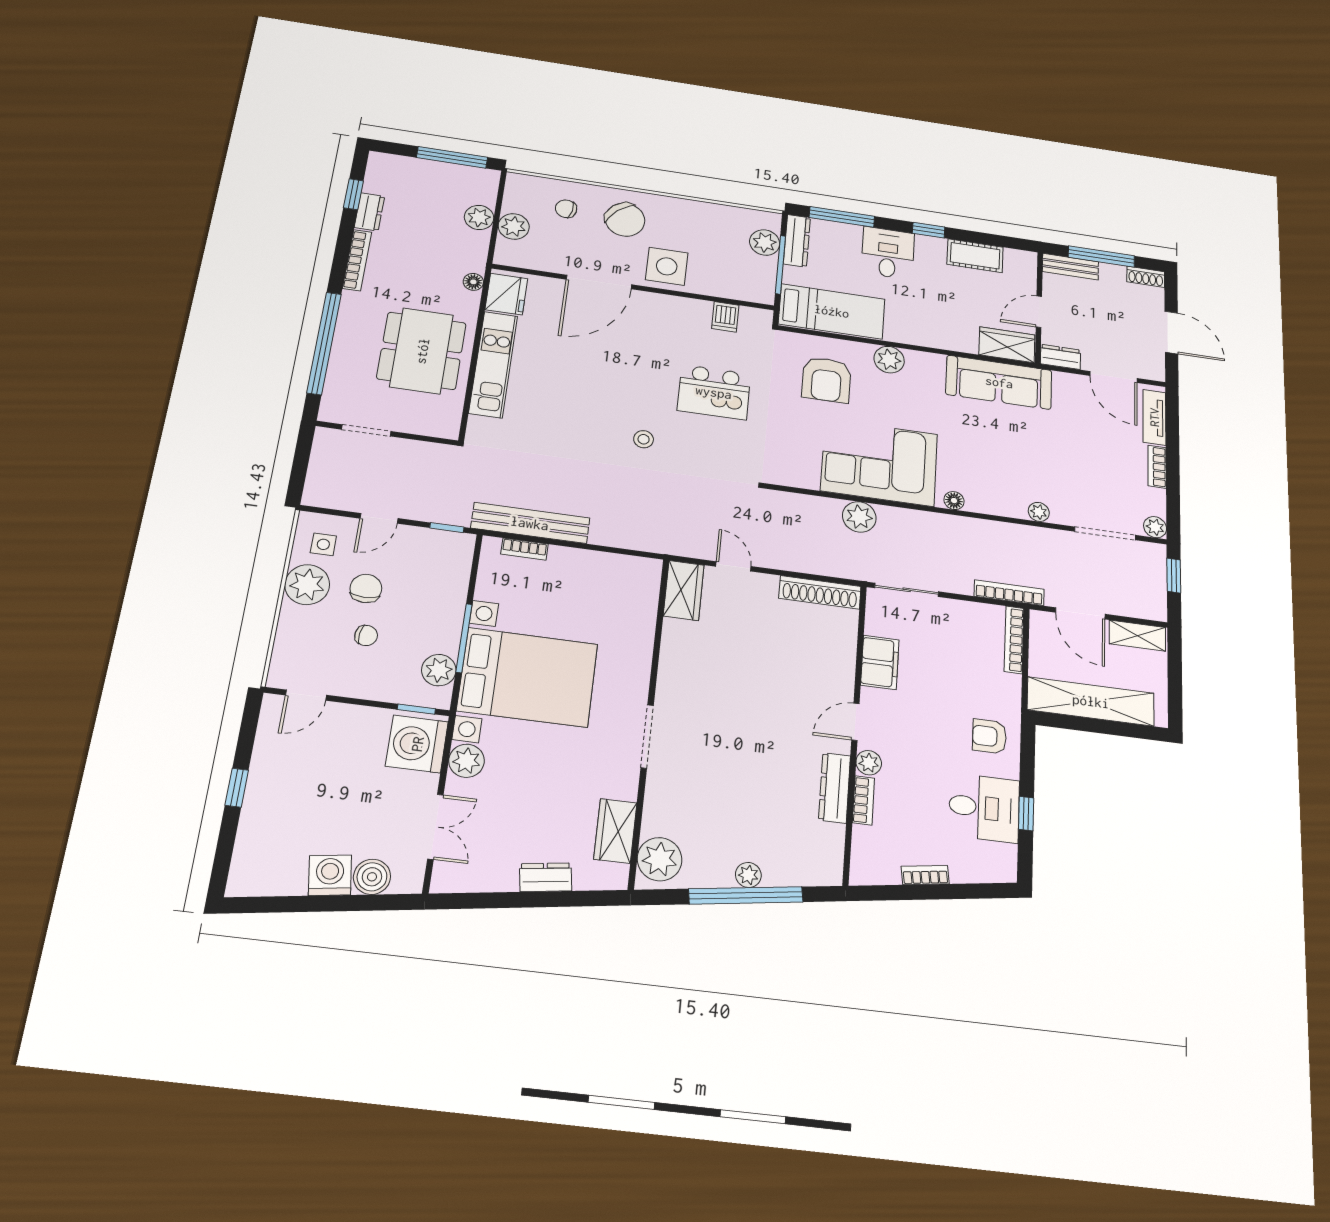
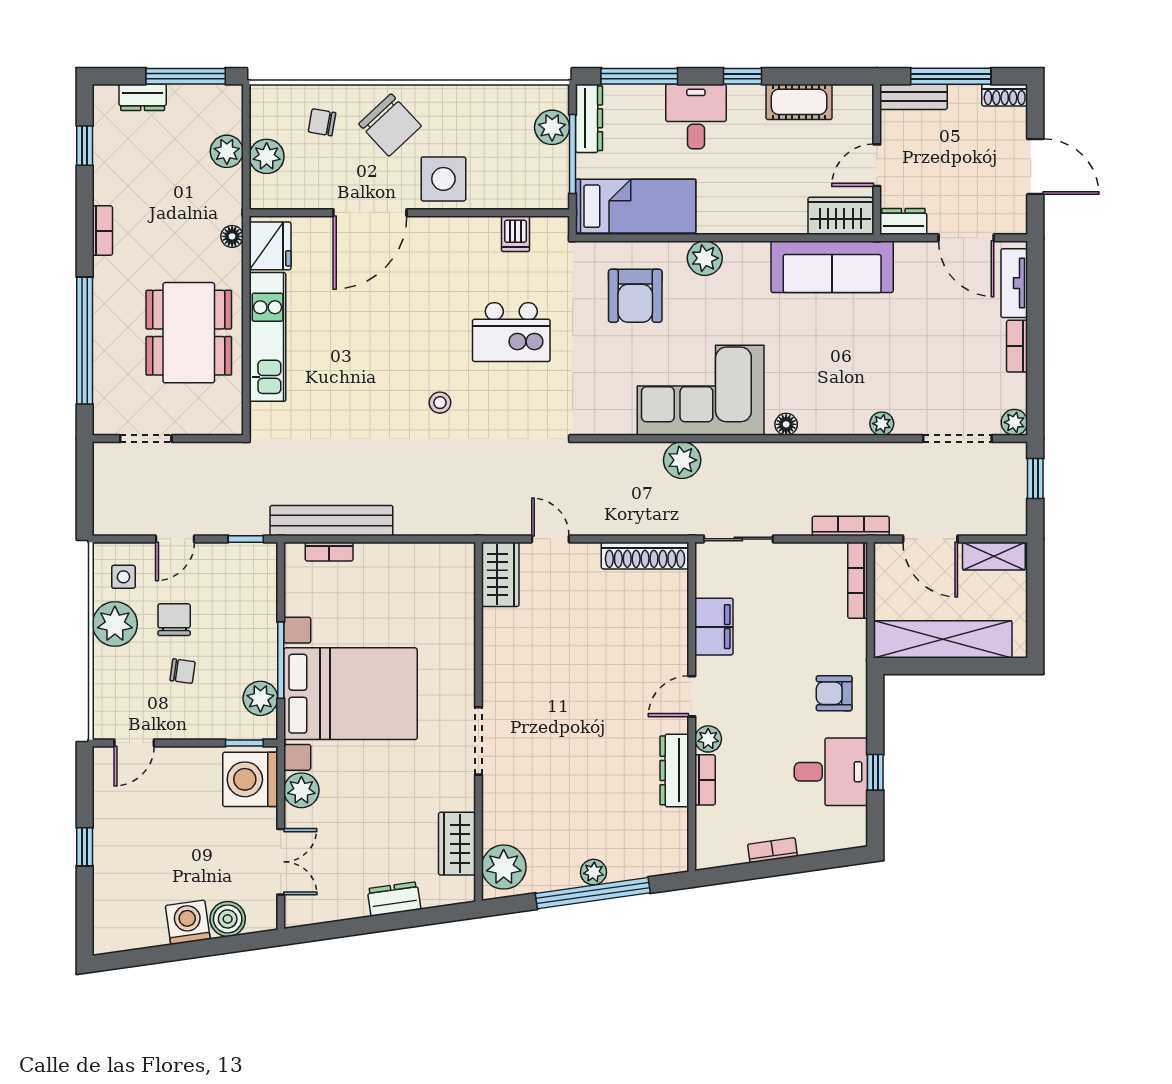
dresser: (369, 212) -> (143, 97), moved, turned 90
bookcase: (357, 260) -> (102, 231), width x0.64

